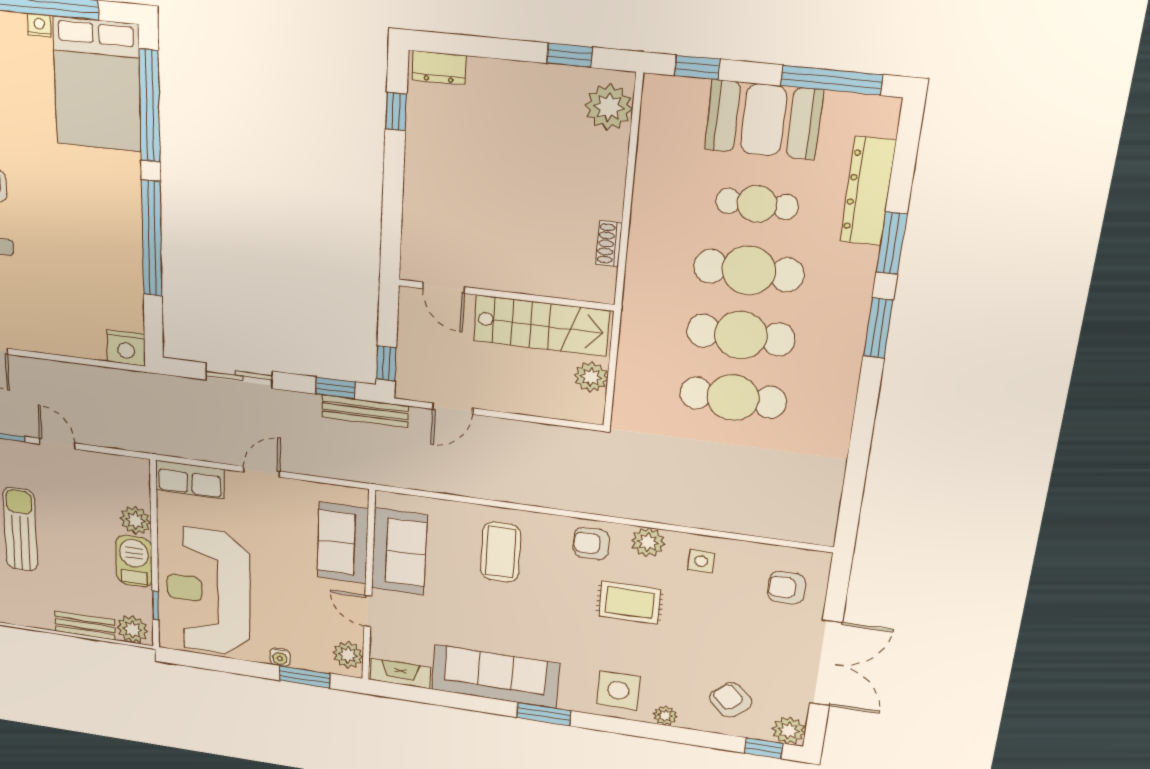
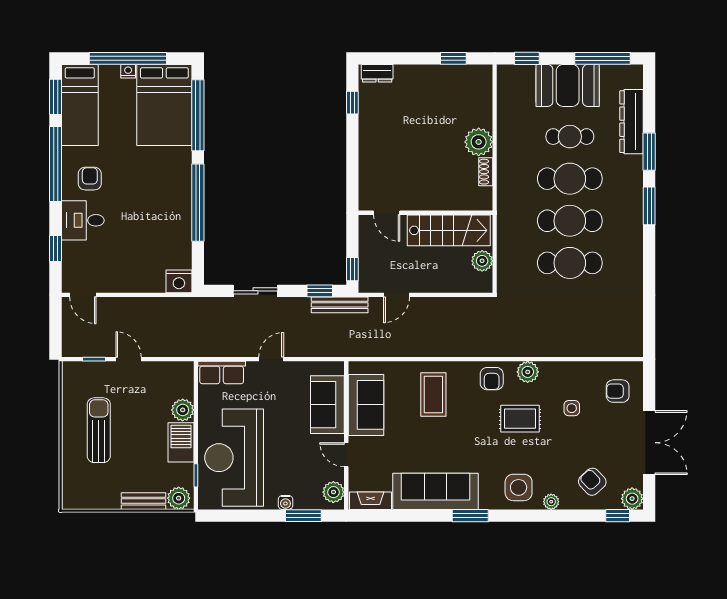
plant: (609, 107) -> (479, 142), moved
armchair: (591, 543) -> (492, 379), turned -90
side table: (701, 561) -> (572, 408), moved

